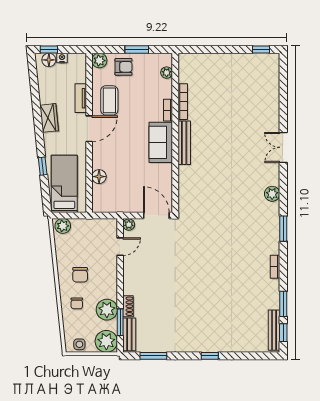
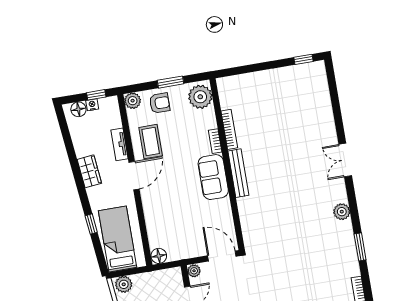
window: (49, 50) -> (96, 95), moved
plant: (167, 73) -> (200, 97), width x1.88, depth x1.88
floor lamp: (99, 177) -> (159, 256), moved

